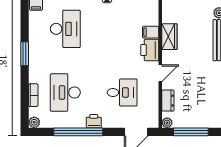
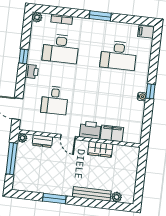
filing cabinet: (151, 32) -> (112, 133), width x2.00
desk: (65, 92) -> (61, 49), turned 180
window: (78, 132) -> (24, 56), width x0.32

